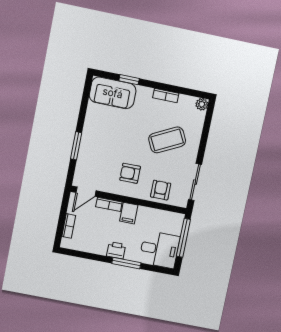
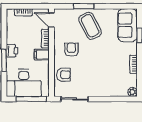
coffee table: (167, 140) -> (90, 26), moved
desk: (159, 249) -> (24, 83), width x1.37

